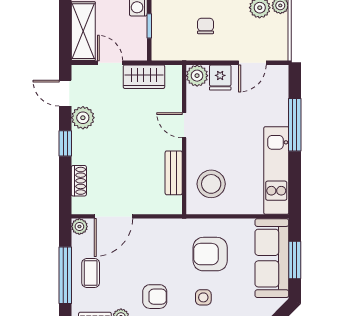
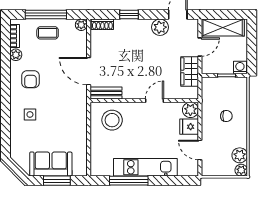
window: (295, 125) -> (129, 181), moved
window: (65, 143) -> (129, 15), moved
kitchen unit: (276, 170) -> (145, 167), moved
bench: (174, 173) -> (106, 93), moved
shoe rack: (79, 181) -> (102, 24), moved
door: (113, 216) -> (89, 71), moved
armchair: (210, 254) -> (61, 119), removed
sofa: (272, 258) -> (51, 164), width x0.73

